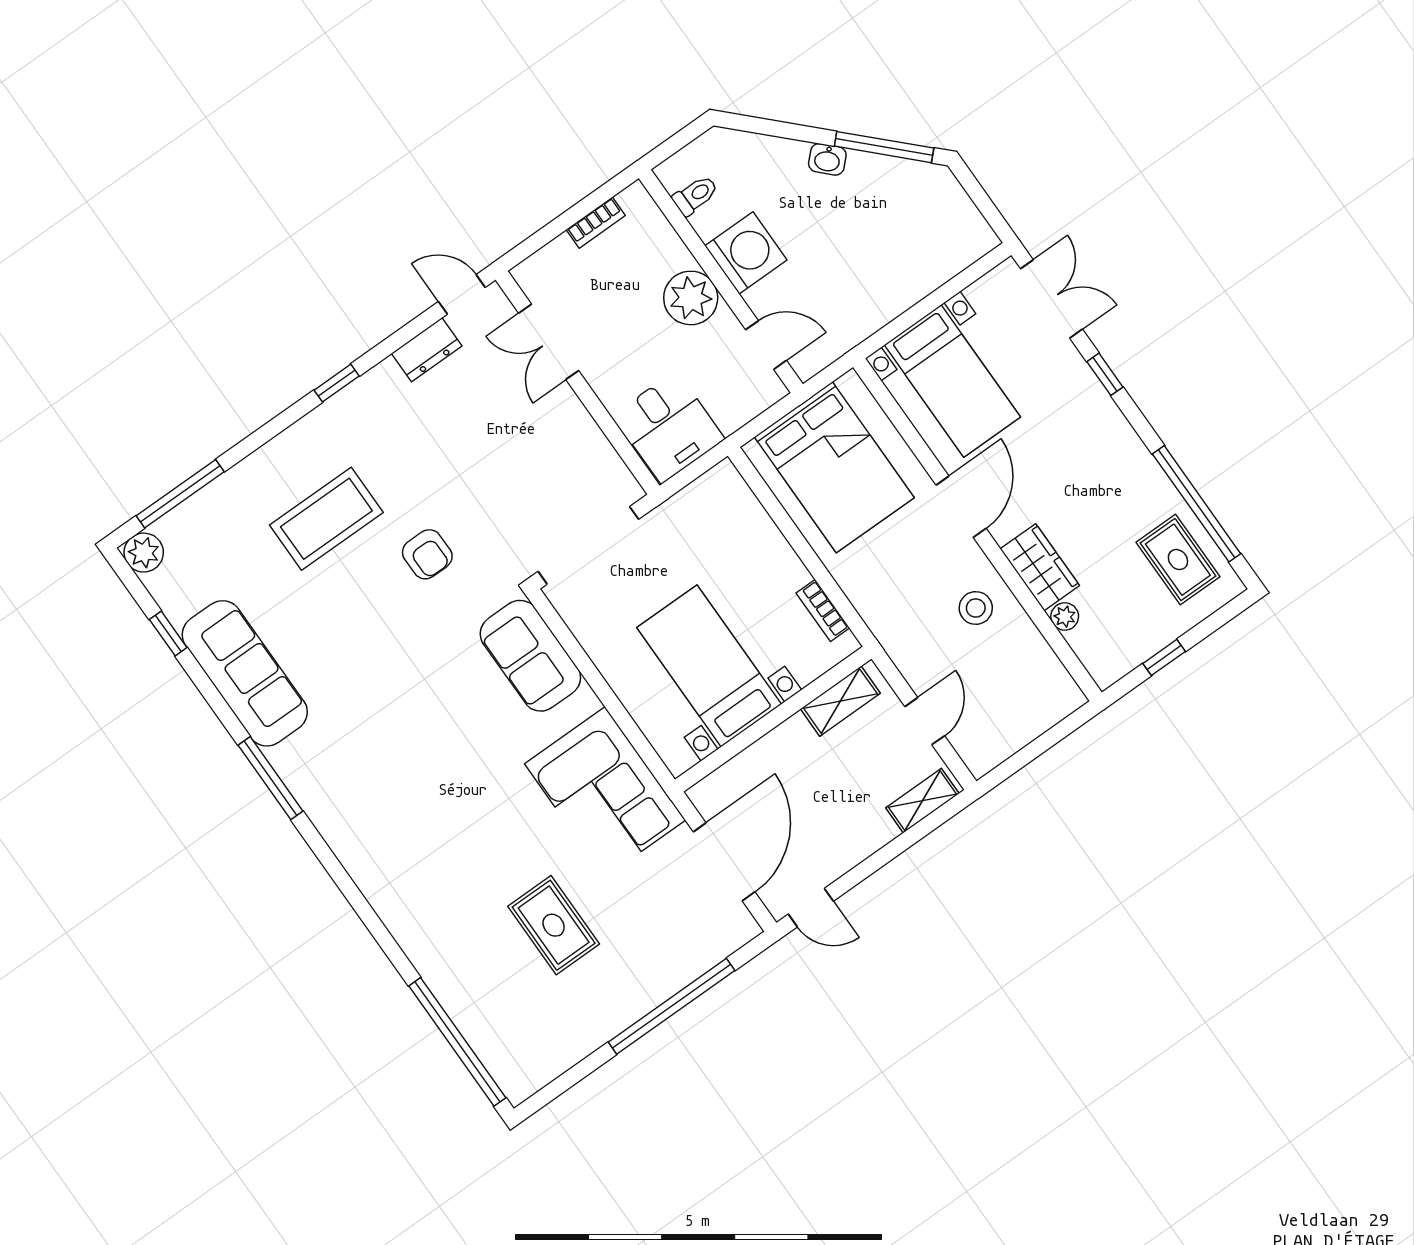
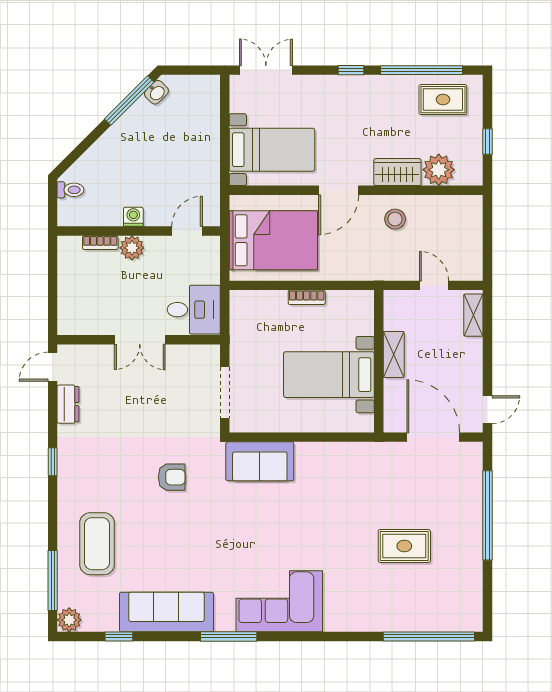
washbasin: (827, 159) -> (156, 92), moved
toilet: (695, 195) -> (70, 190), moved, turned 90
bookcase: (596, 223) -> (100, 243), moved, turned 90
washing machine: (746, 253) -> (133, 217), width x0.53, depth x0.53
plant: (691, 298) -> (132, 248), width x0.73, depth x0.73
double door: (549, 342) -> (140, 340), moved
window: (1105, 374) -> (351, 70), moved
door: (961, 507) -> (339, 190), swing flipped
coffee table: (326, 519) -> (97, 544), moved
doorway: (588, 545) -> (225, 392), width x0.73
bookcase: (823, 610) -> (307, 297), moved
plant: (1065, 616) -> (439, 170), width x1.88, depth x1.88
shelving: (840, 701) -> (394, 354), moved
corner sofa: (605, 792) -> (279, 601), moved, turned 180

